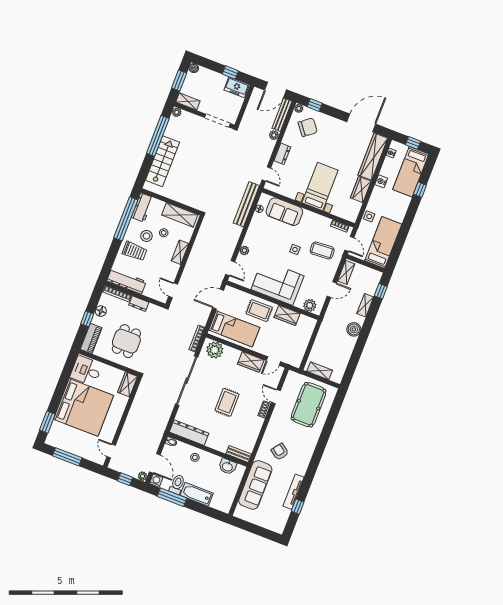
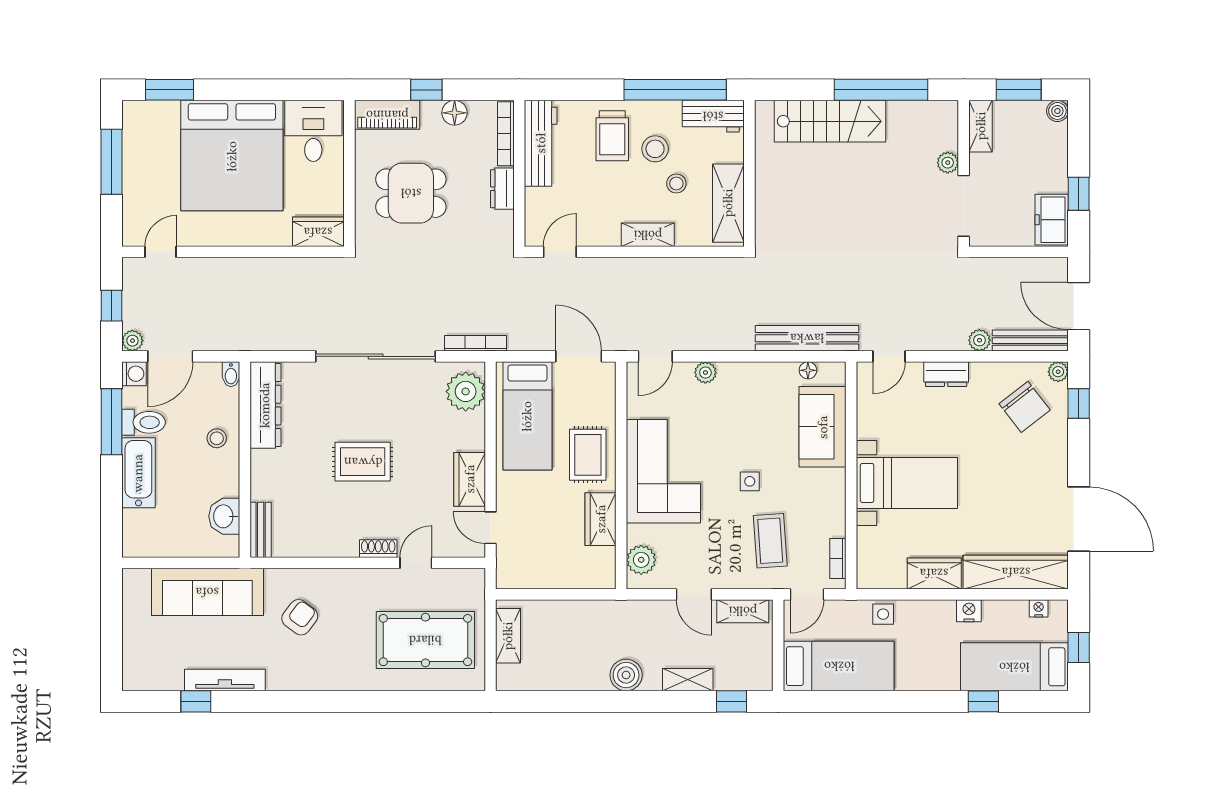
plant: (177, 112) -> (948, 163), moved

